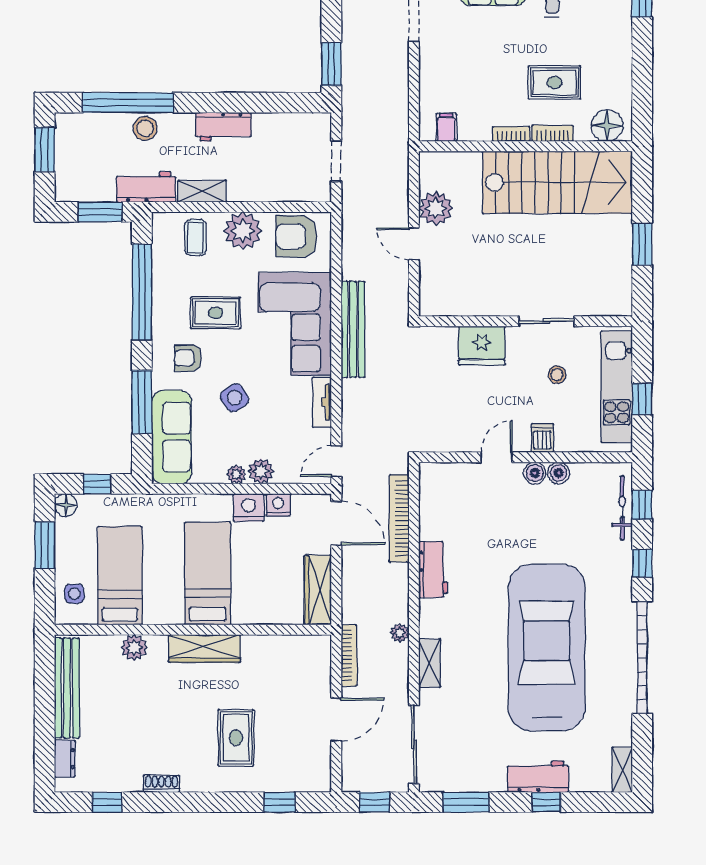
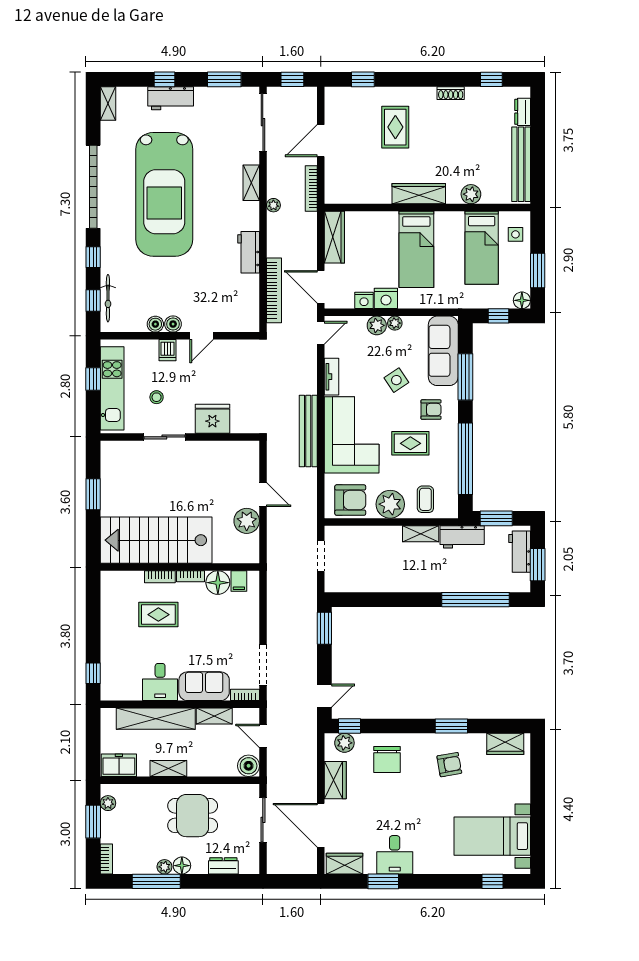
floor lamp: (607, 125) -> (218, 583), moved
workbench: (223, 127) -> (520, 552), moved, turned -90
stool: (145, 128) -> (463, 580), removed

